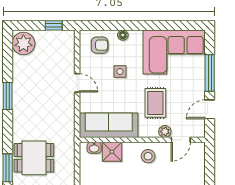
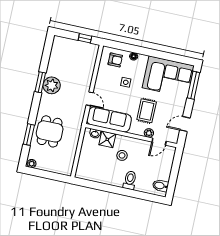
plant: (23, 44) -> (52, 85), moved
window: (210, 73) -> (193, 85), moved
door: (77, 83) -> (90, 99), moved
stool: (148, 156) -> (122, 155), moved
dining table: (34, 158) -> (50, 131), turned 90

